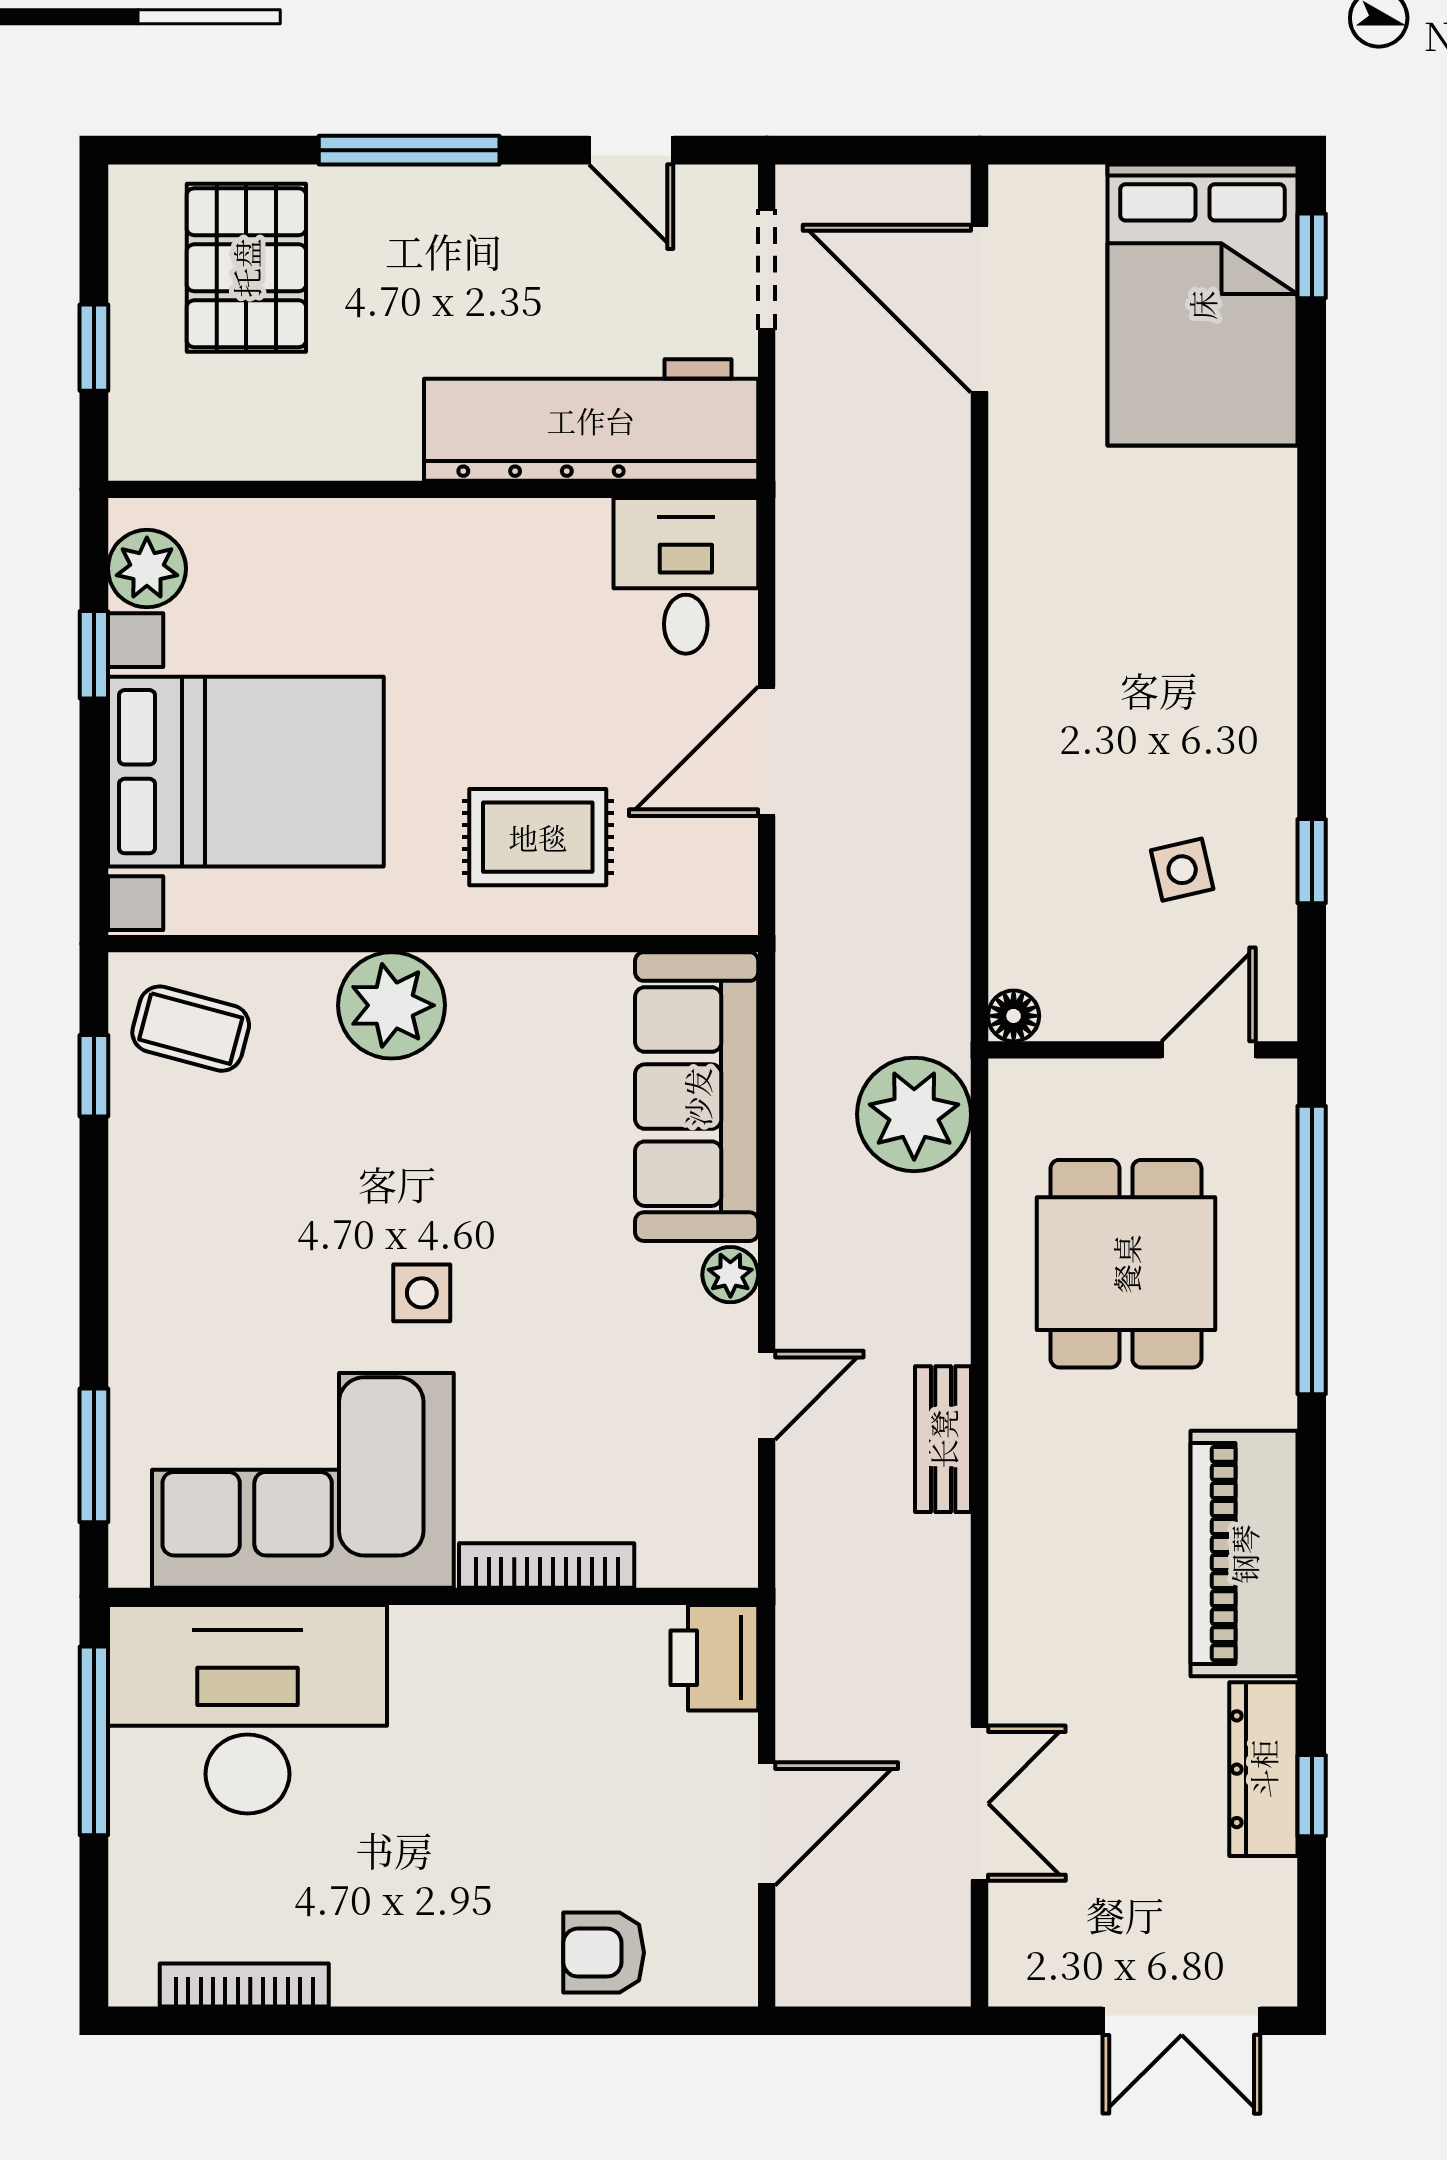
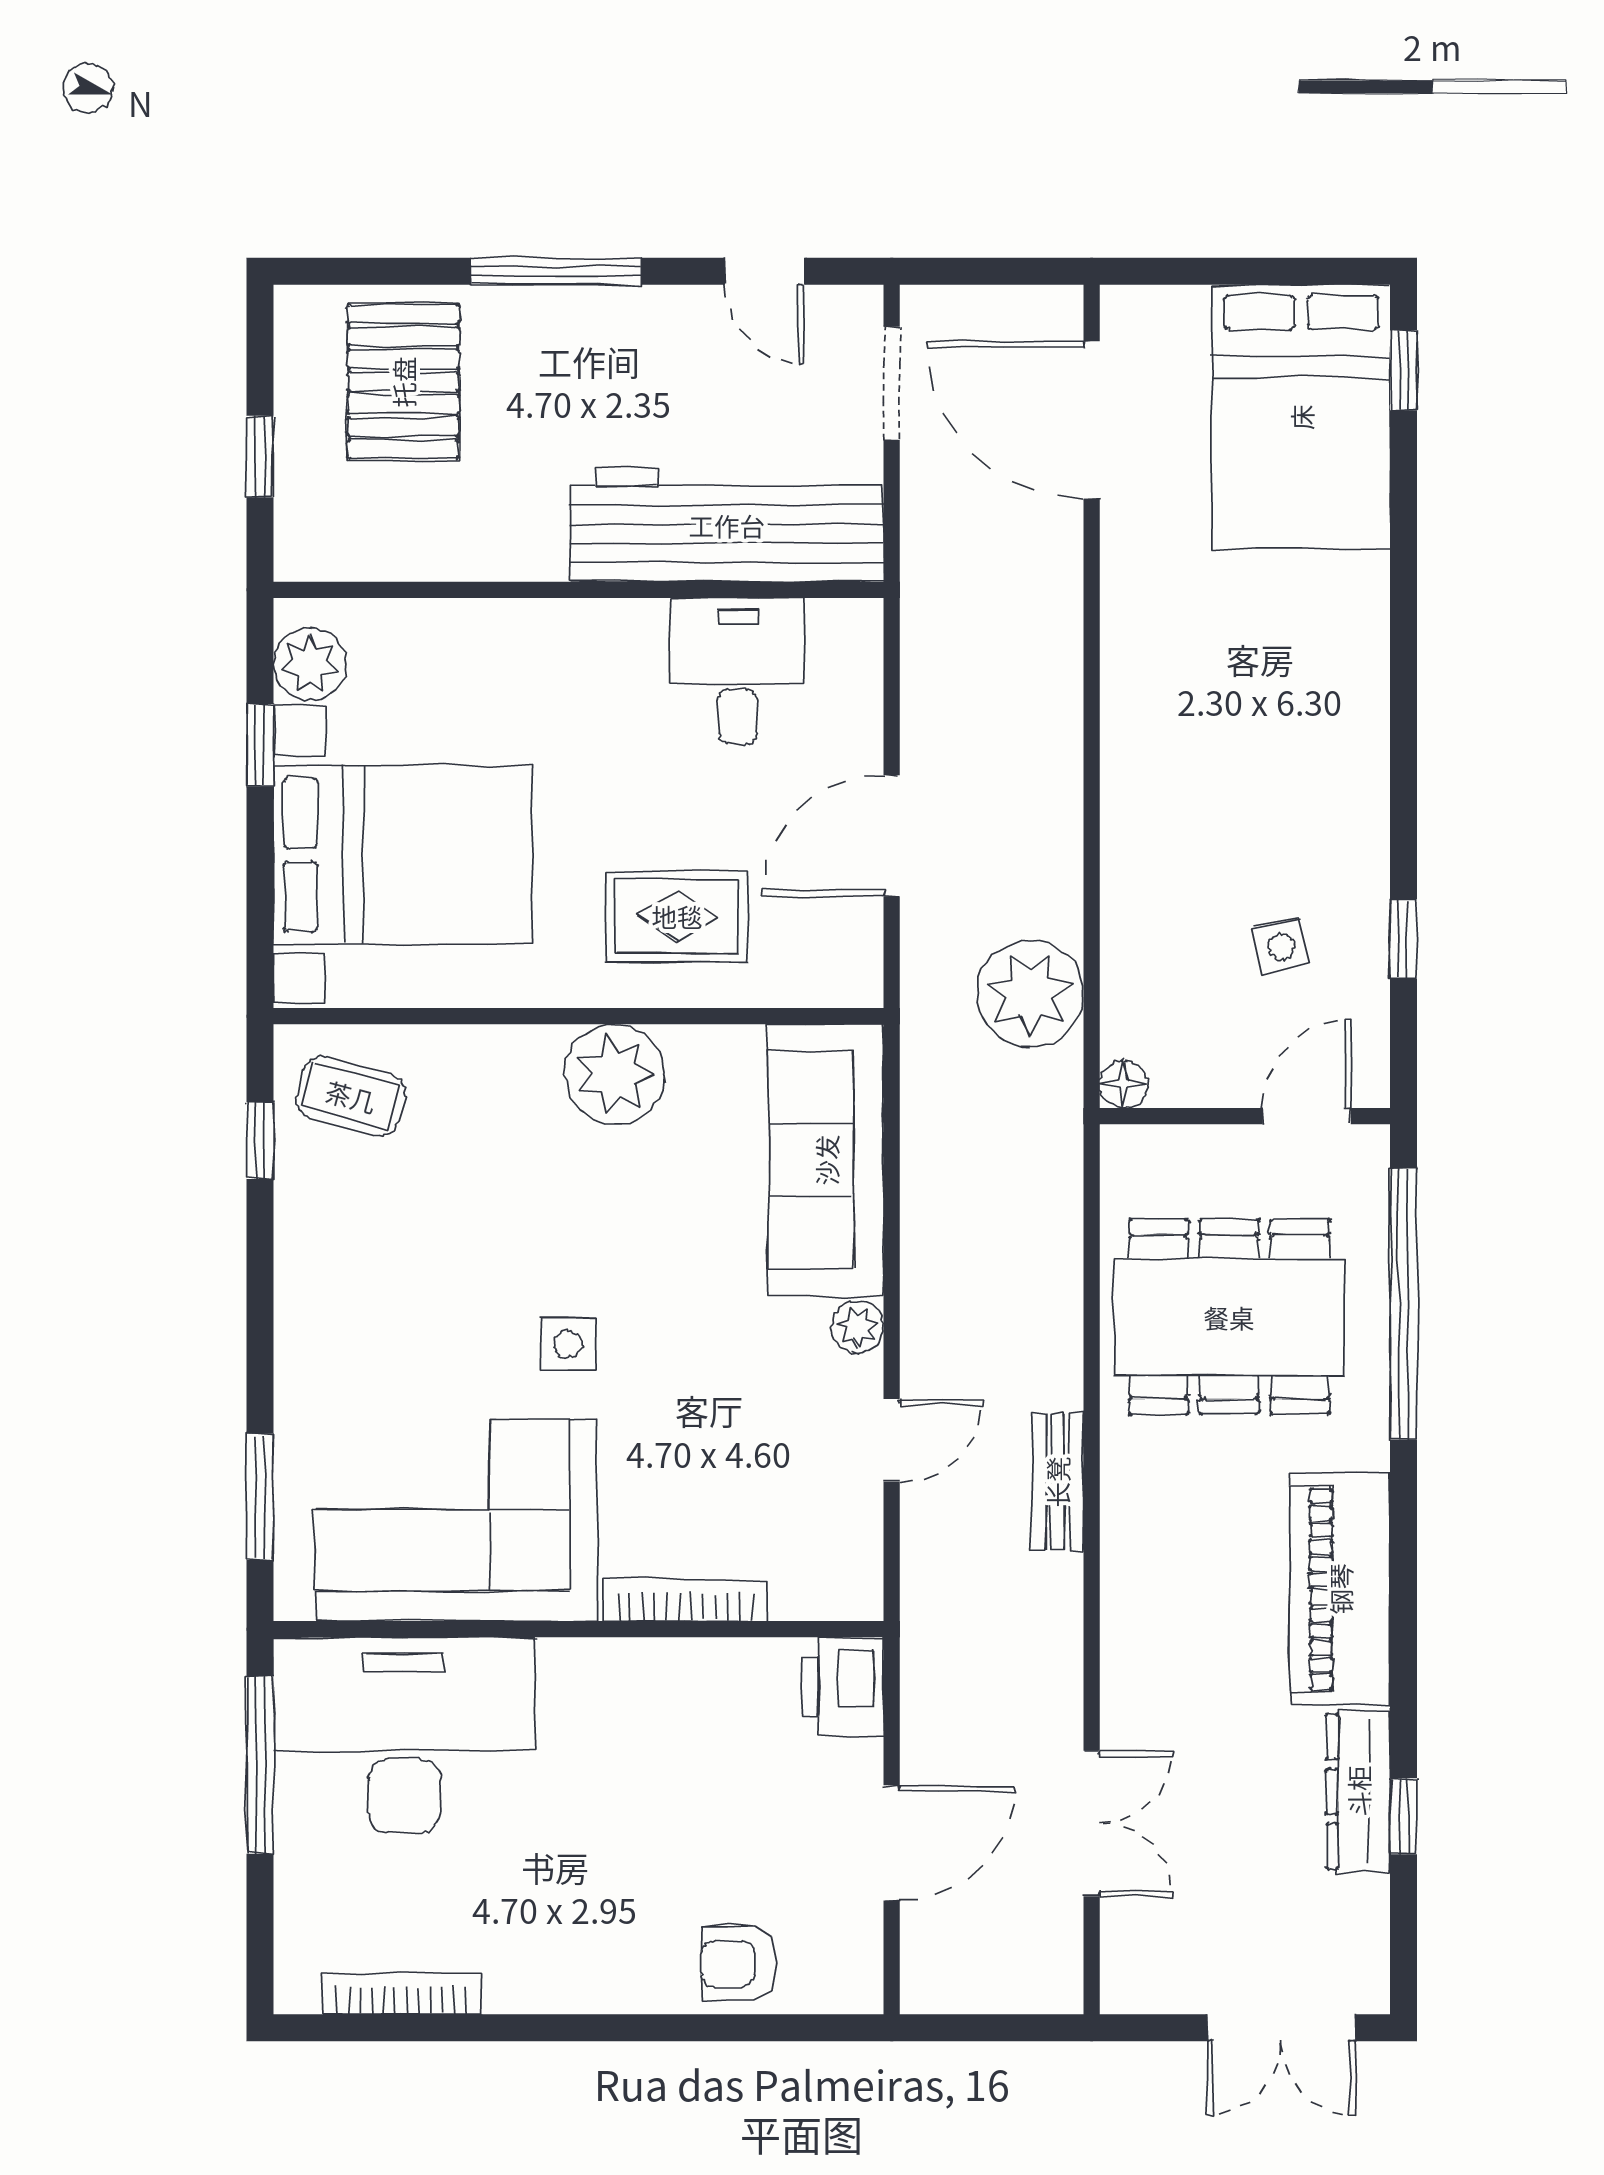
desk: (686, 576) -> (738, 671), moved
plant: (392, 1005) -> (615, 1074), moved
plant: (914, 1114) -> (1030, 994), moved
dining table: (1126, 1264) -> (1229, 1317), width x1.38

